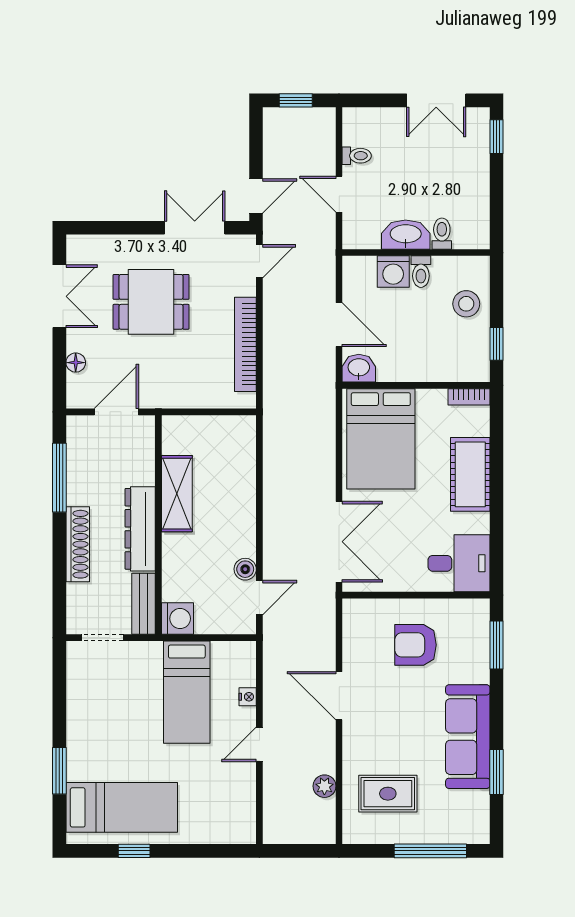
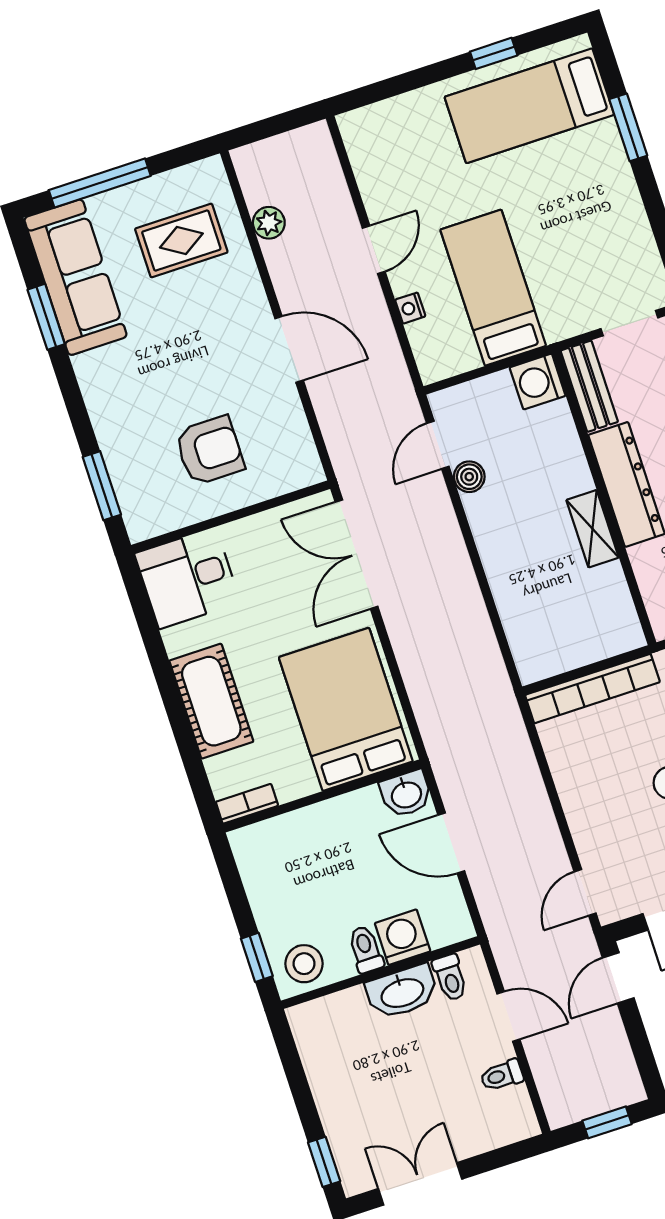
toilet: (442, 234) -> (450, 977), moved
stool: (466, 304) -> (304, 964), moved
bookcase: (245, 344) -> (592, 689), moved, turned 90
window: (497, 344) -> (257, 957), moved
shelving: (177, 494) -> (593, 529), width x0.67, depth x0.75
sofa: (468, 737) -> (76, 277), moved

